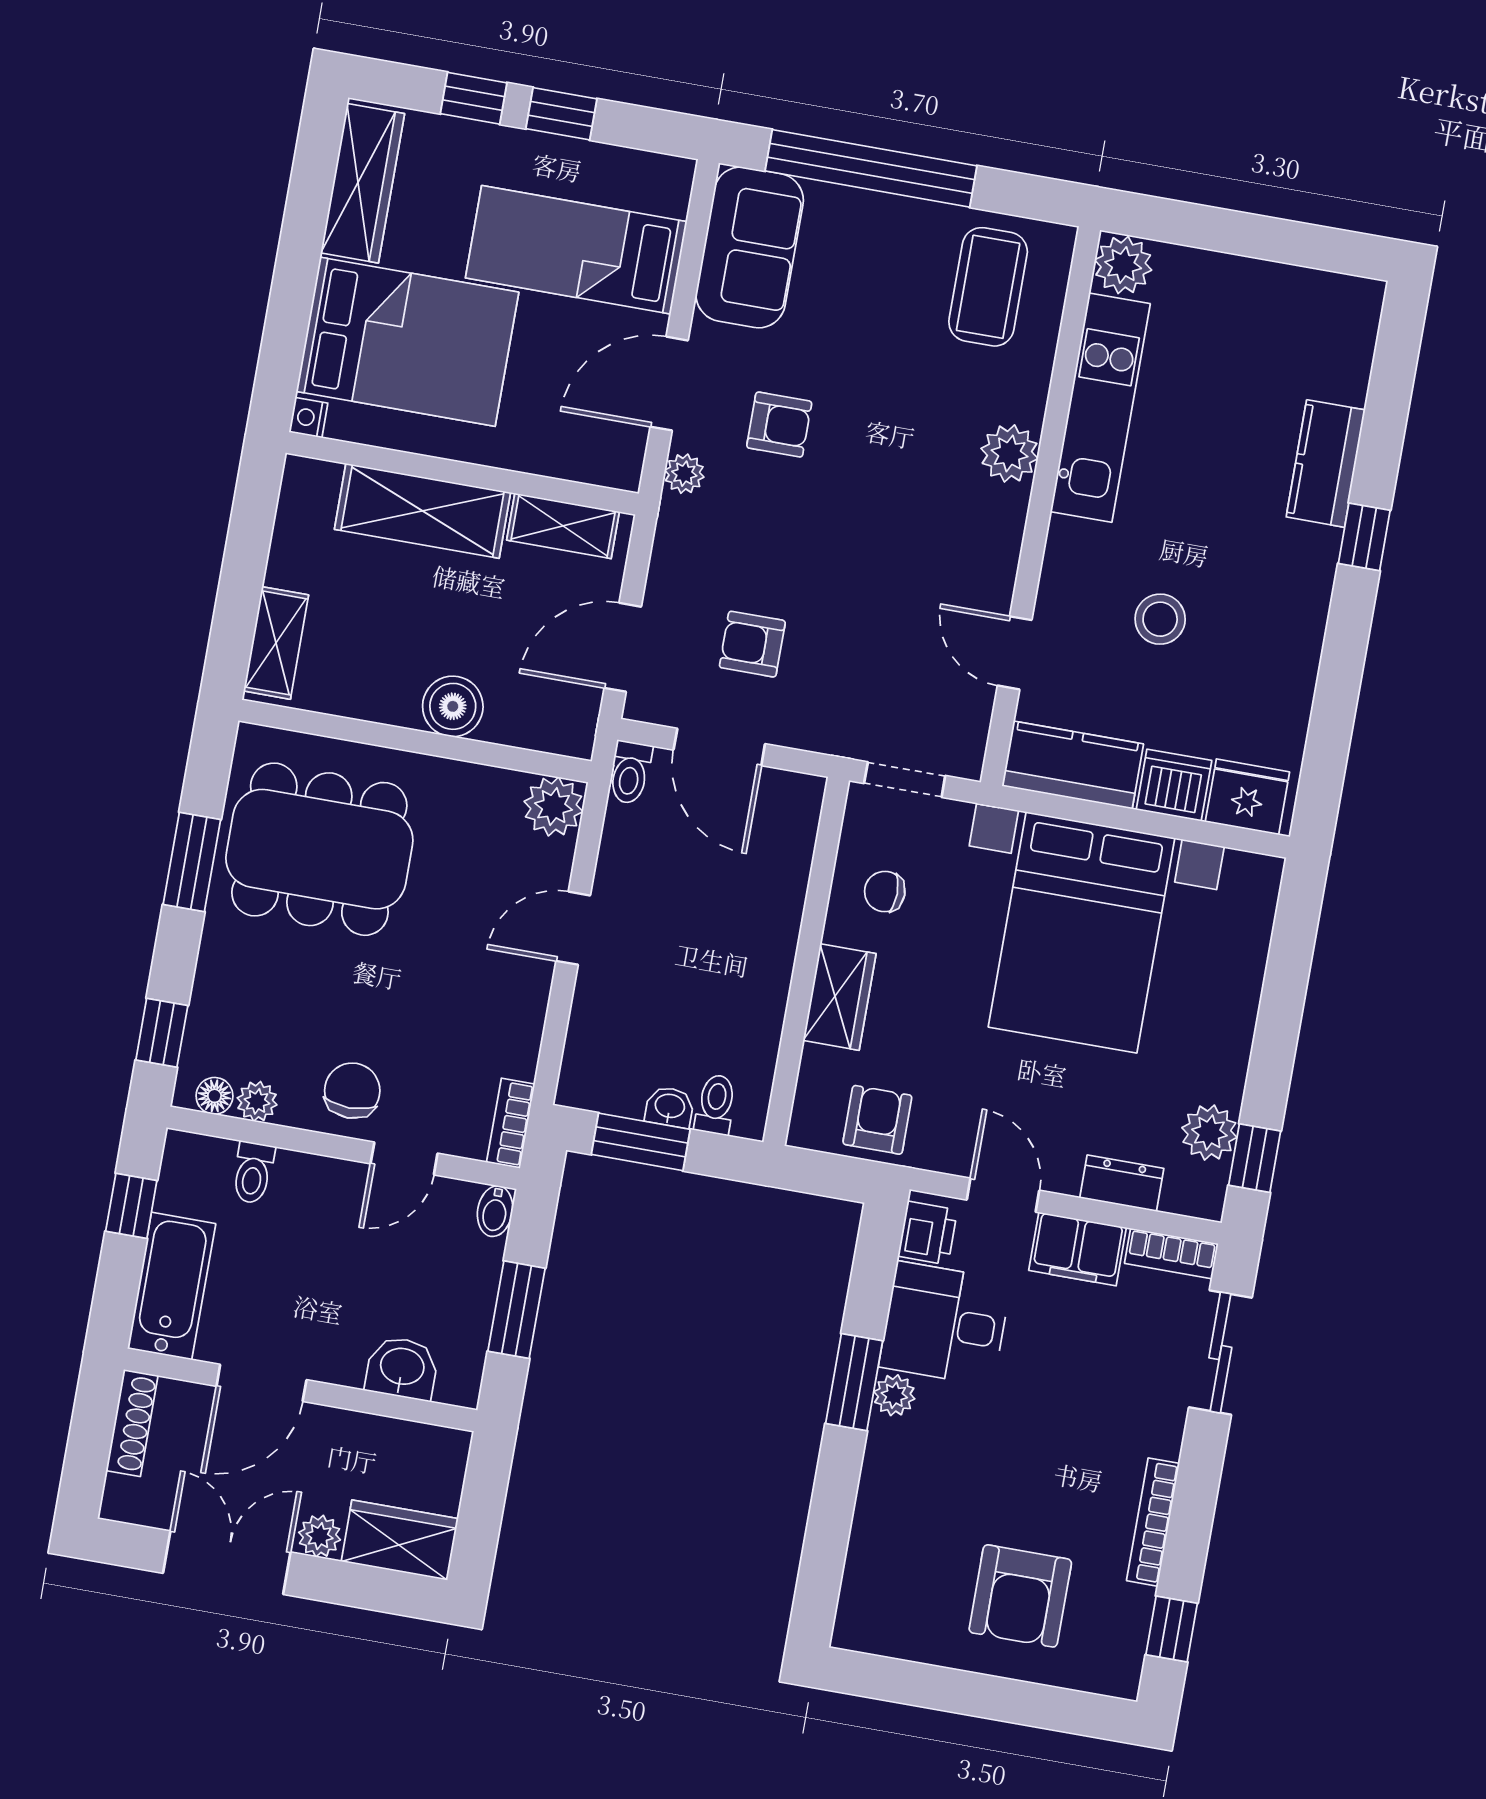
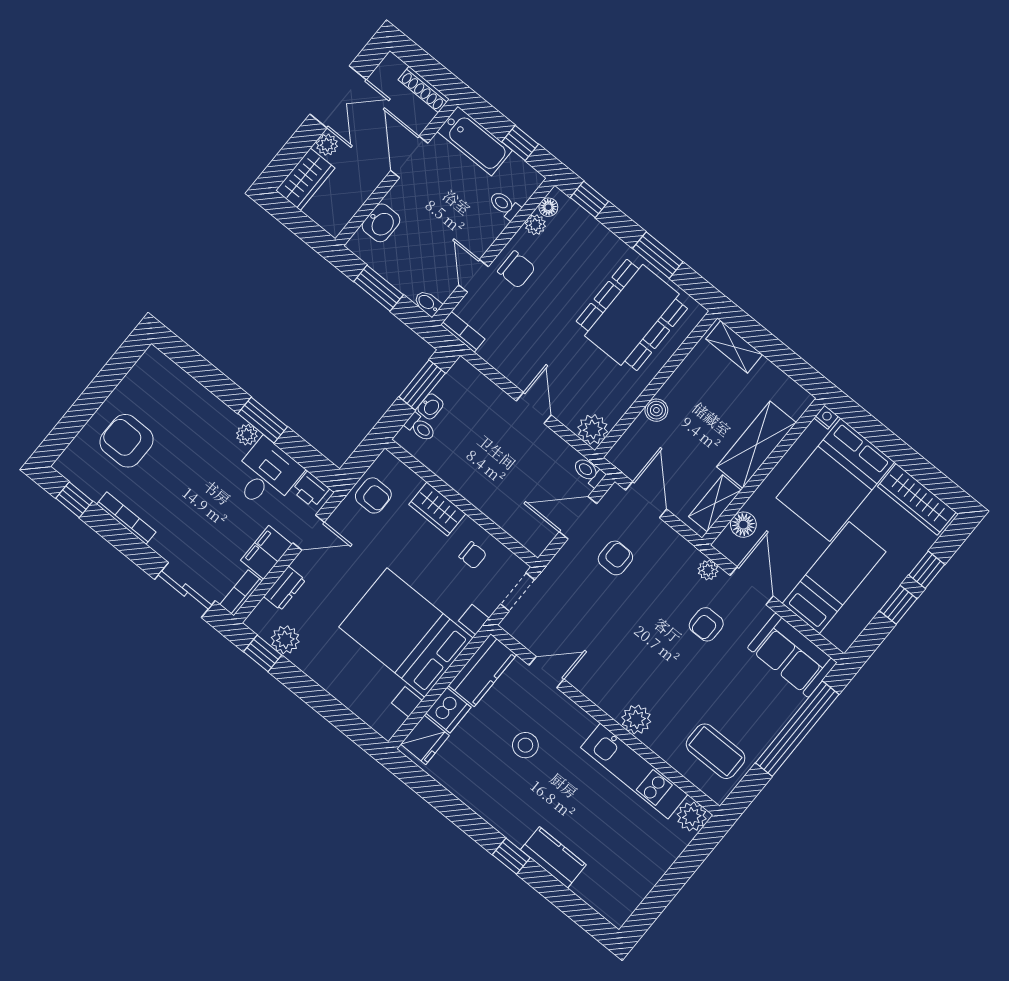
floor lamp: (572, 457) -> (743, 525), added
boiler: (453, 706) -> (656, 410), width x0.73, depth x0.73
chair: (885, 892) -> (473, 555), turned 90

